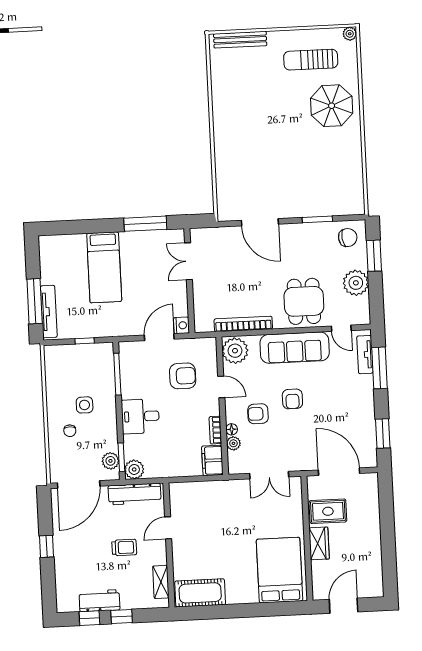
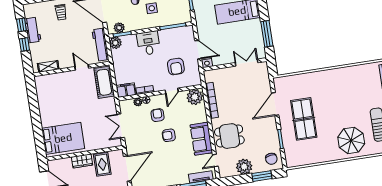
table tennis table: (289, 179) -> (304, 119), added
sofa: (295, 348) -> (201, 139), width x0.73
trolley: (124, 548) -> (61, 12), moved
cot: (200, 593) -> (104, 82), moved

